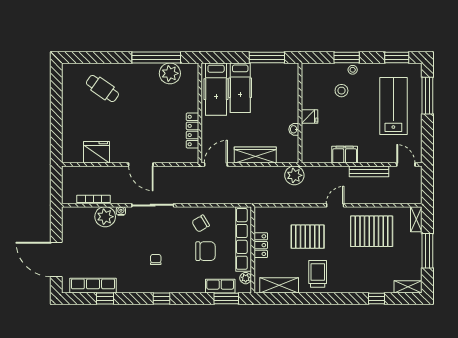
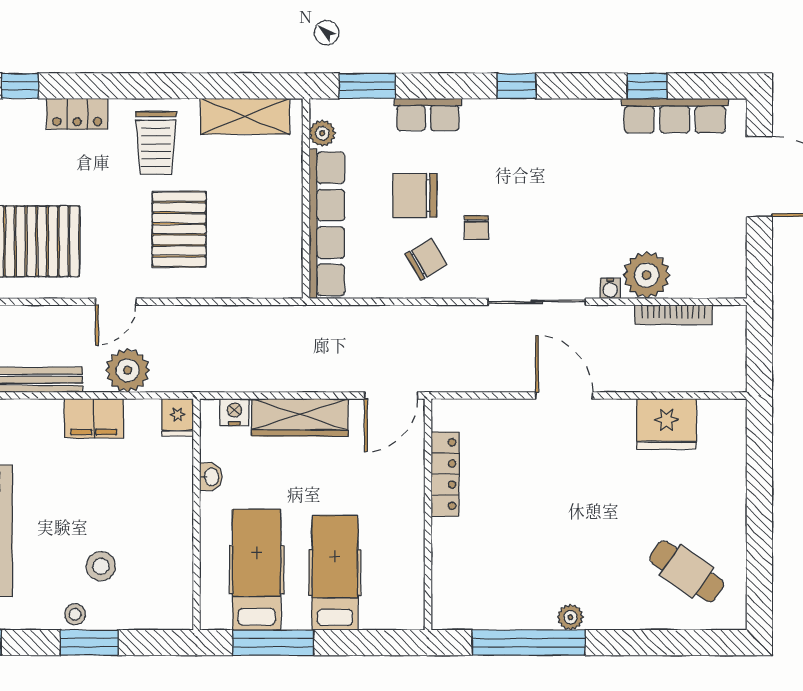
plant: (170, 73) -> (570, 617), moved, width x0.53, depth x0.53
cafe table: (102, 89) -> (687, 571), moved
hospital bed: (216, 89) -> (257, 570), moved
fridge: (310, 116) -> (178, 418), moved, turned -90
nightstand: (284, 157) -> (234, 412), added
plant: (294, 175) -> (128, 370), moved
pallet: (308, 237) -> (179, 229), turned 90
locker: (261, 245) -> (77, 114), moved, turned -90
chair: (156, 260) -> (476, 228), moved
row of seats: (220, 286) -> (428, 115), moved

